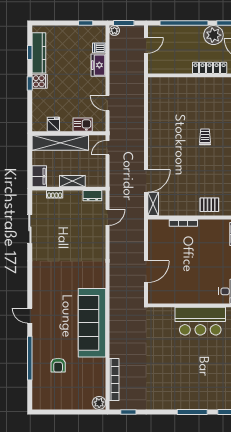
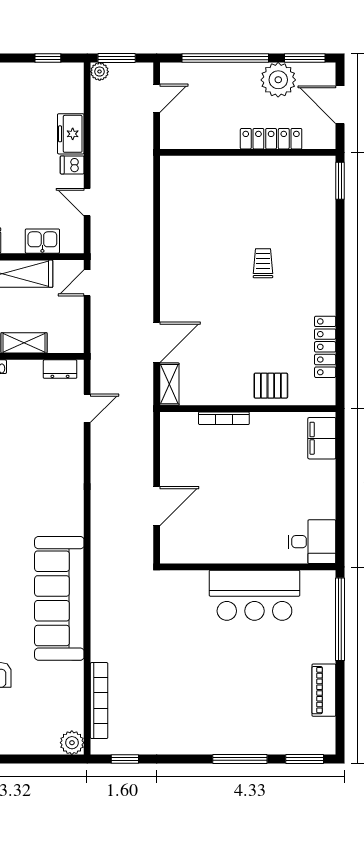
dishwasher: (99, 48) -> (72, 165), moved

